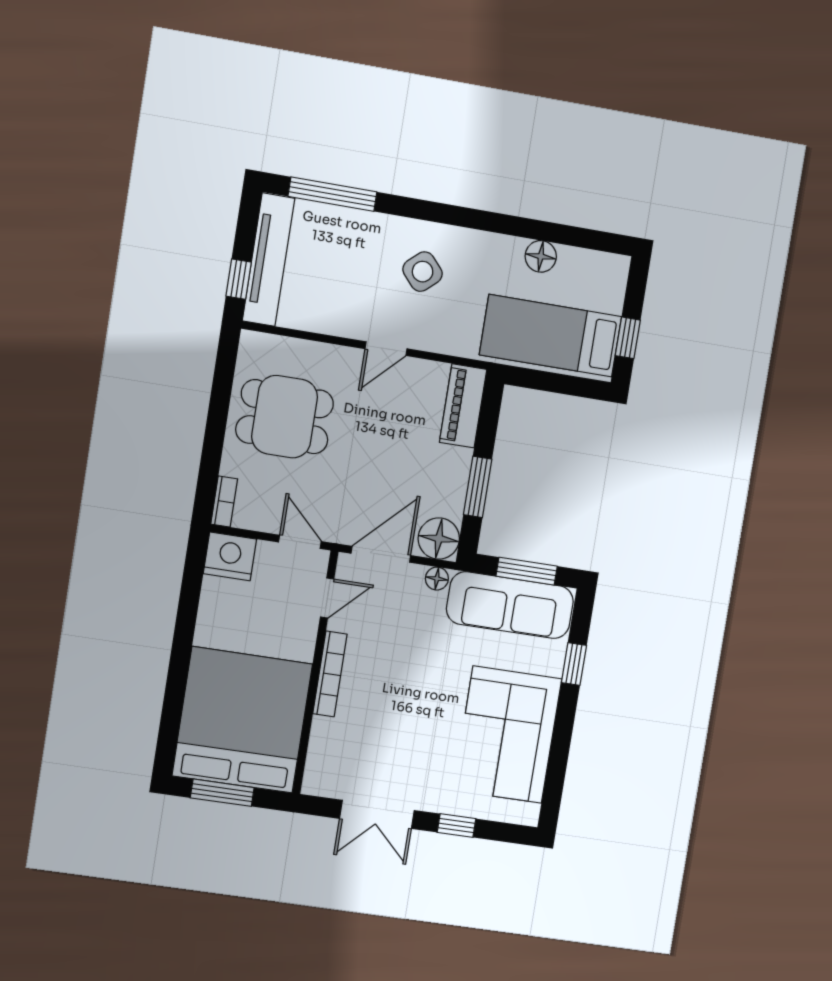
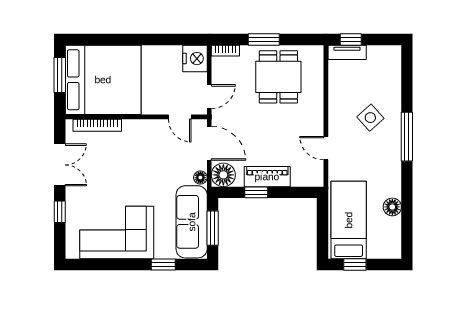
window: (333, 194) -> (407, 137), moved
tv unit: (269, 260) -> (347, 52), width x0.52, depth x0.78
side table: (423, 272) -> (370, 118), moved
door: (386, 349) -> (326, 148), moved
piano: (463, 406) -> (267, 177), moved
window: (215, 432) -> (264, 39), added
window: (478, 487) -> (256, 192), width x0.67
bookcase: (330, 674) -> (97, 125), moved
double door: (377, 814) -> (60, 165), swing flipped

